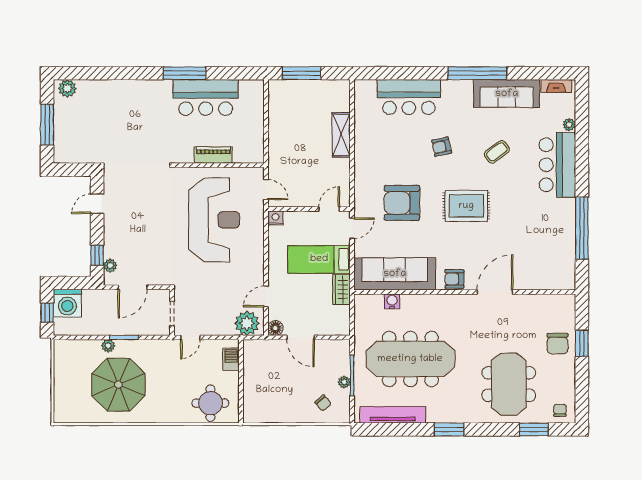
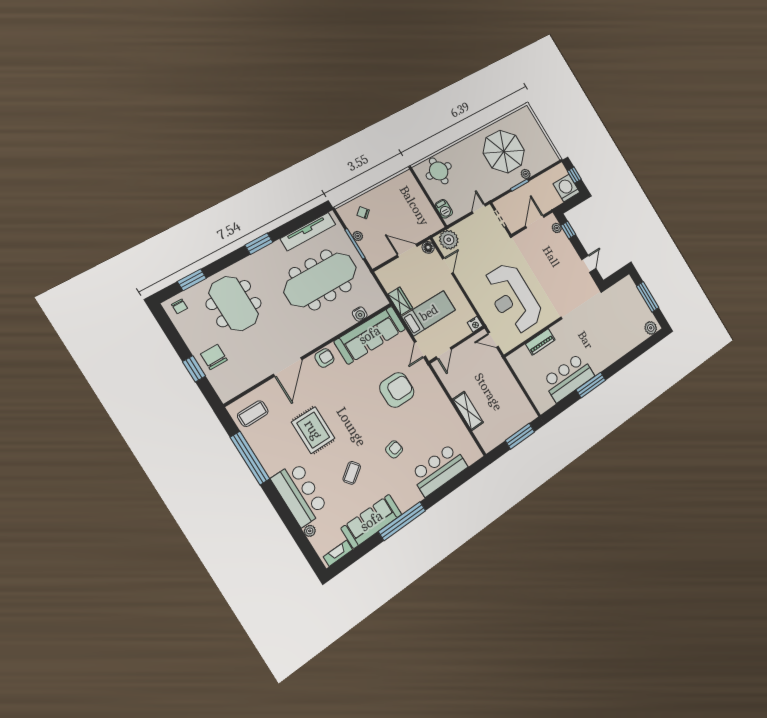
rug: (466, 206) -> (313, 430), moved, turned 90
coffee table: (554, 268) -> (253, 414), added

